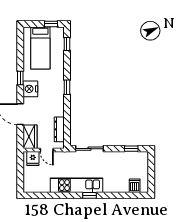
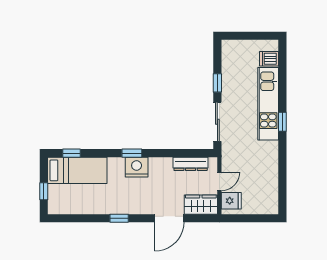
window: (51, 24) -> (44, 191), moved
bed: (40, 48) -> (77, 170), moved
nightstand: (30, 89) -> (137, 167), moved, turned 180
window: (131, 149) -> (217, 83), moved
kitchen unit: (76, 185) -> (268, 104), moved

